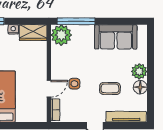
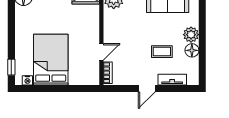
side table: (74, 84) -> (127, 47), removed
tv unit: (126, 117) -> (172, 80), width x0.71

